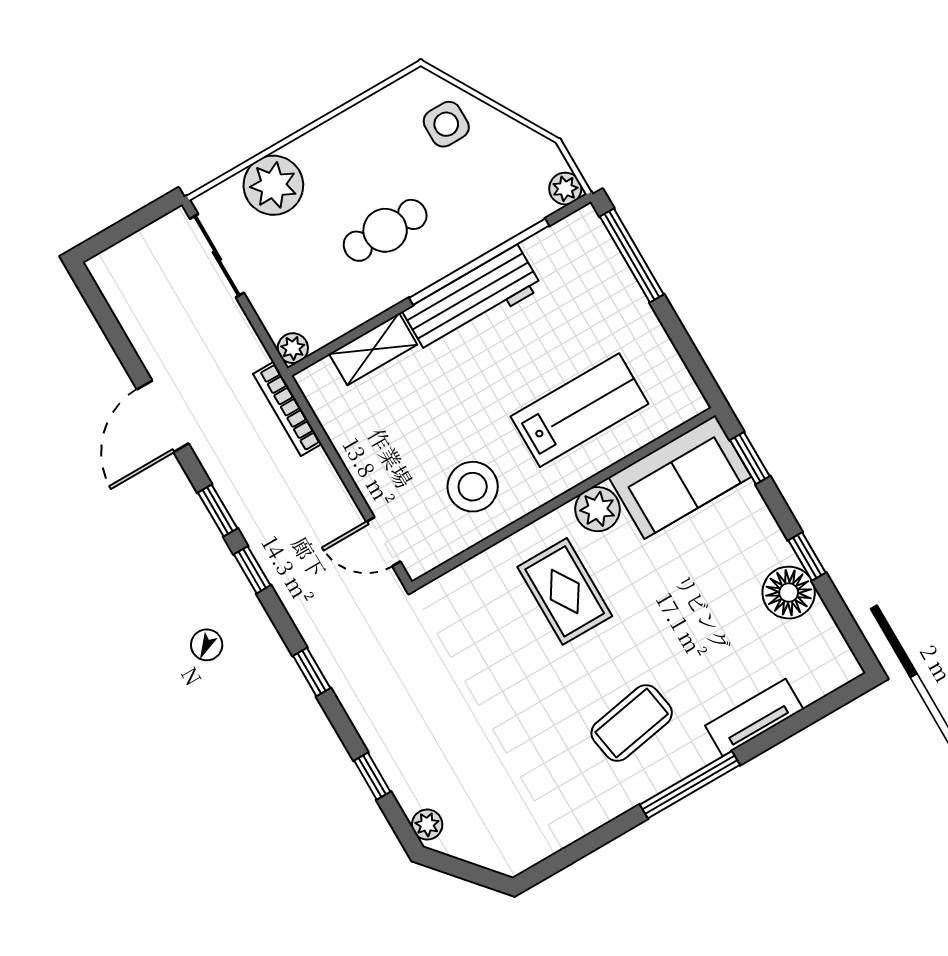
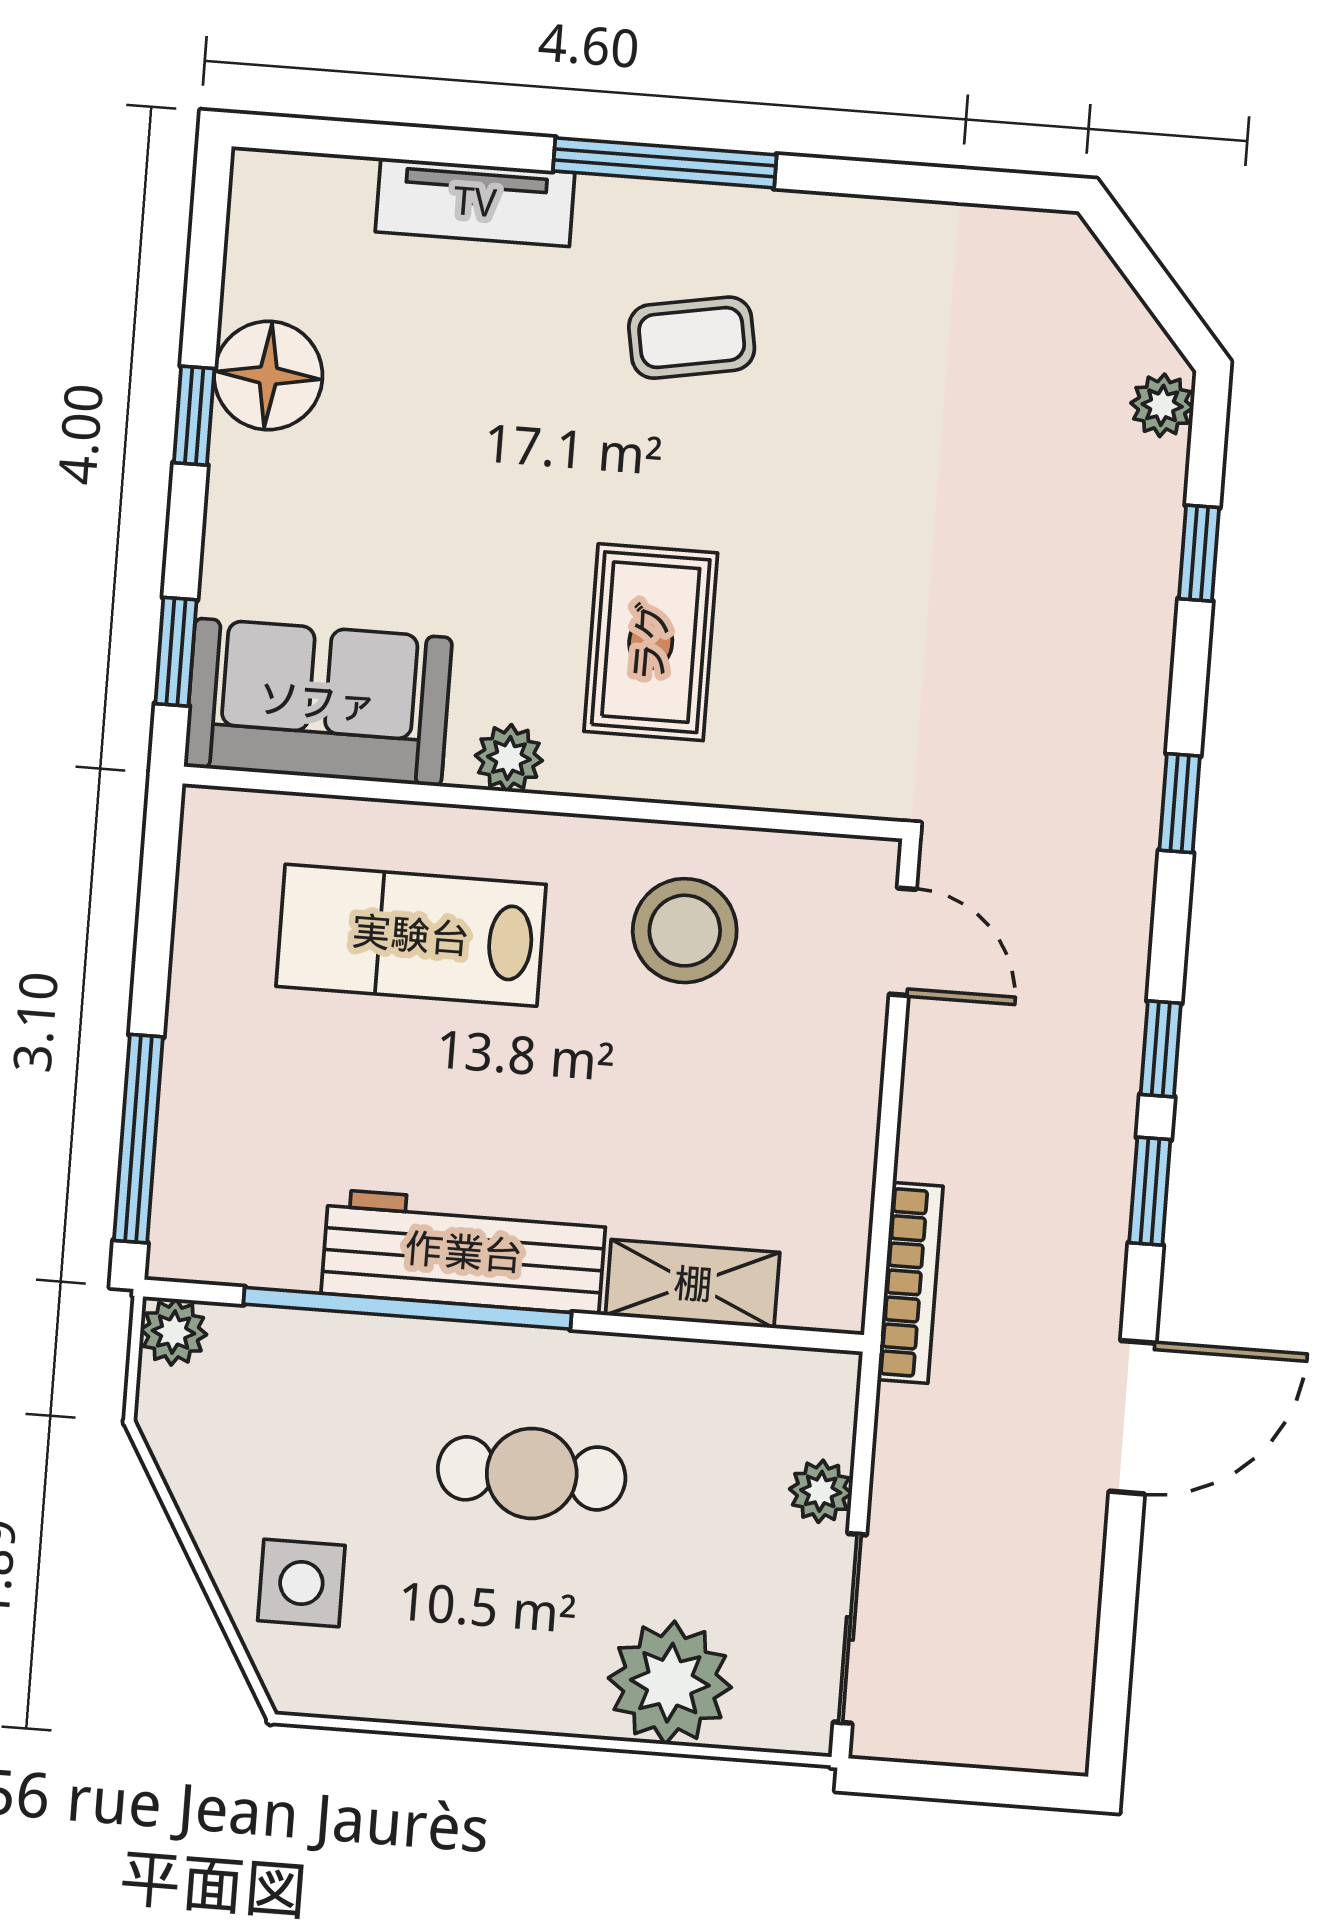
plant: (293, 348) -> (821, 1491), moved
plant: (597, 509) -> (509, 758), width x0.73, depth x0.73
coffee table: (632, 723) -> (692, 338), width x0.73, depth x0.77

